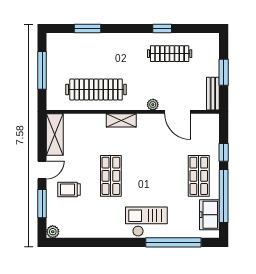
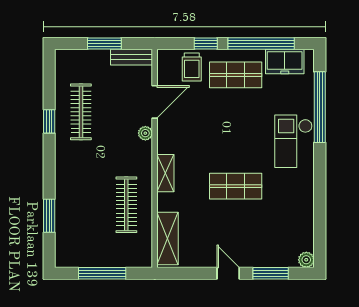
clothes rail: (96, 89) -> (126, 205), width x0.73, depth x0.76
shelving: (55, 135) -> (167, 239), moved, turned 90
trolley: (69, 189) -> (192, 67), moved

